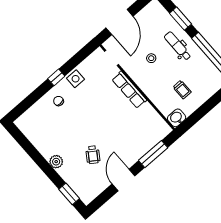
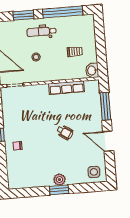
side table: (76, 79) -> (94, 172), moved
row of seats: (129, 90) -> (67, 88), moved
wheelchair: (93, 155) -> (65, 132), moved
window: (69, 194) -> (59, 190), moved

